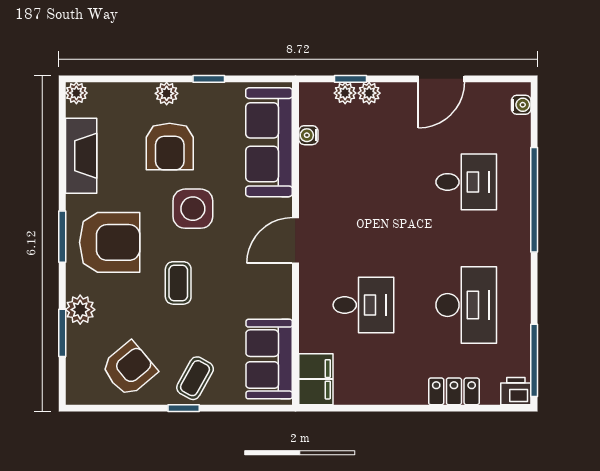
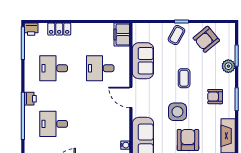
printer: (518, 238) -> (30, 99), added
door: (295, 241) -> (131, 97), swing flipped
armchair: (110, 242) -> (215, 97), width x0.53, depth x0.53
desk: (466, 305) -> (54, 68), width x0.73
sofa: (269, 359) -> (143, 61), moved

